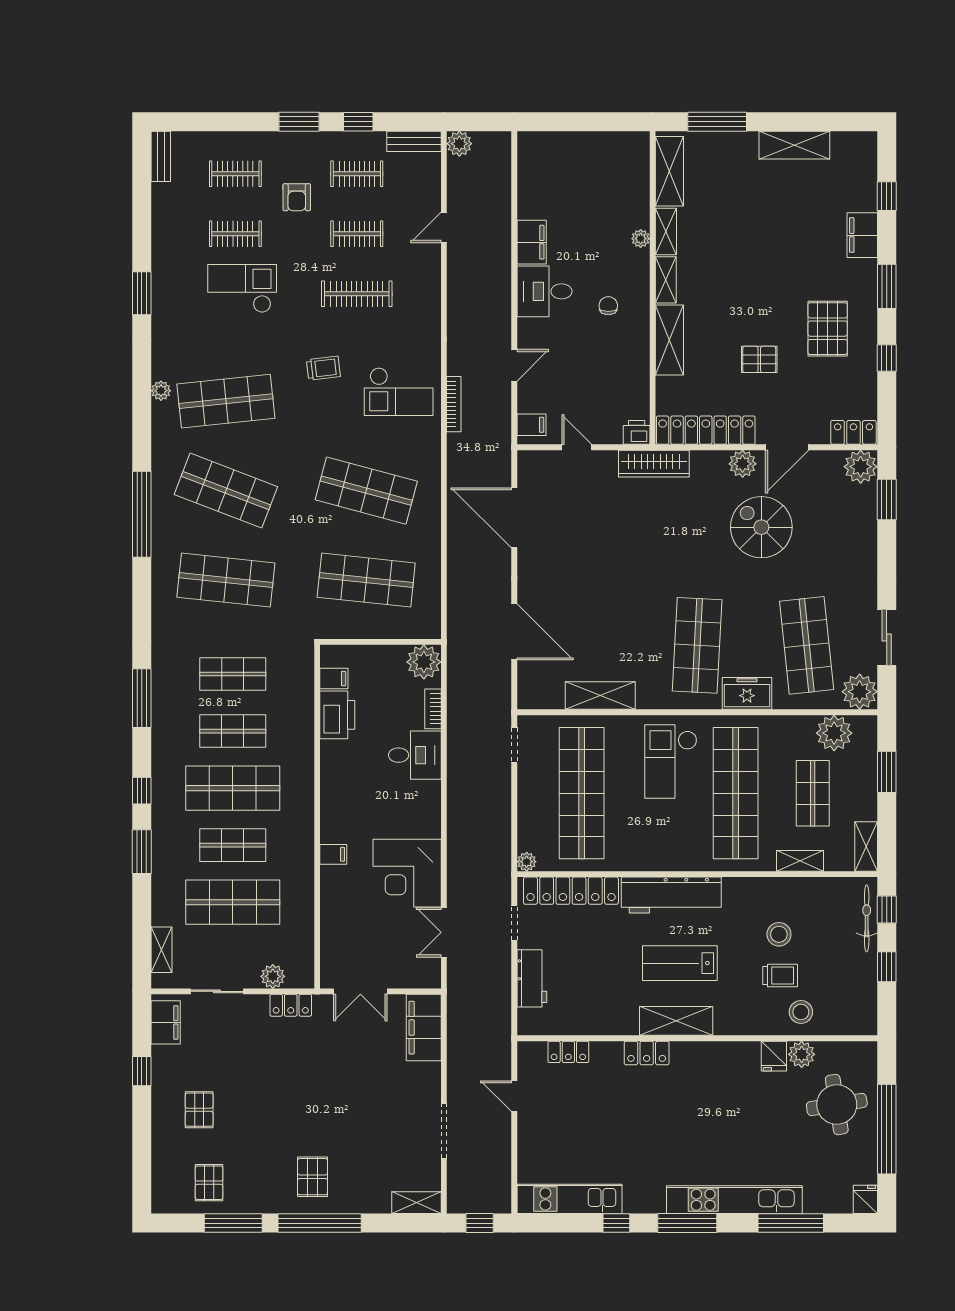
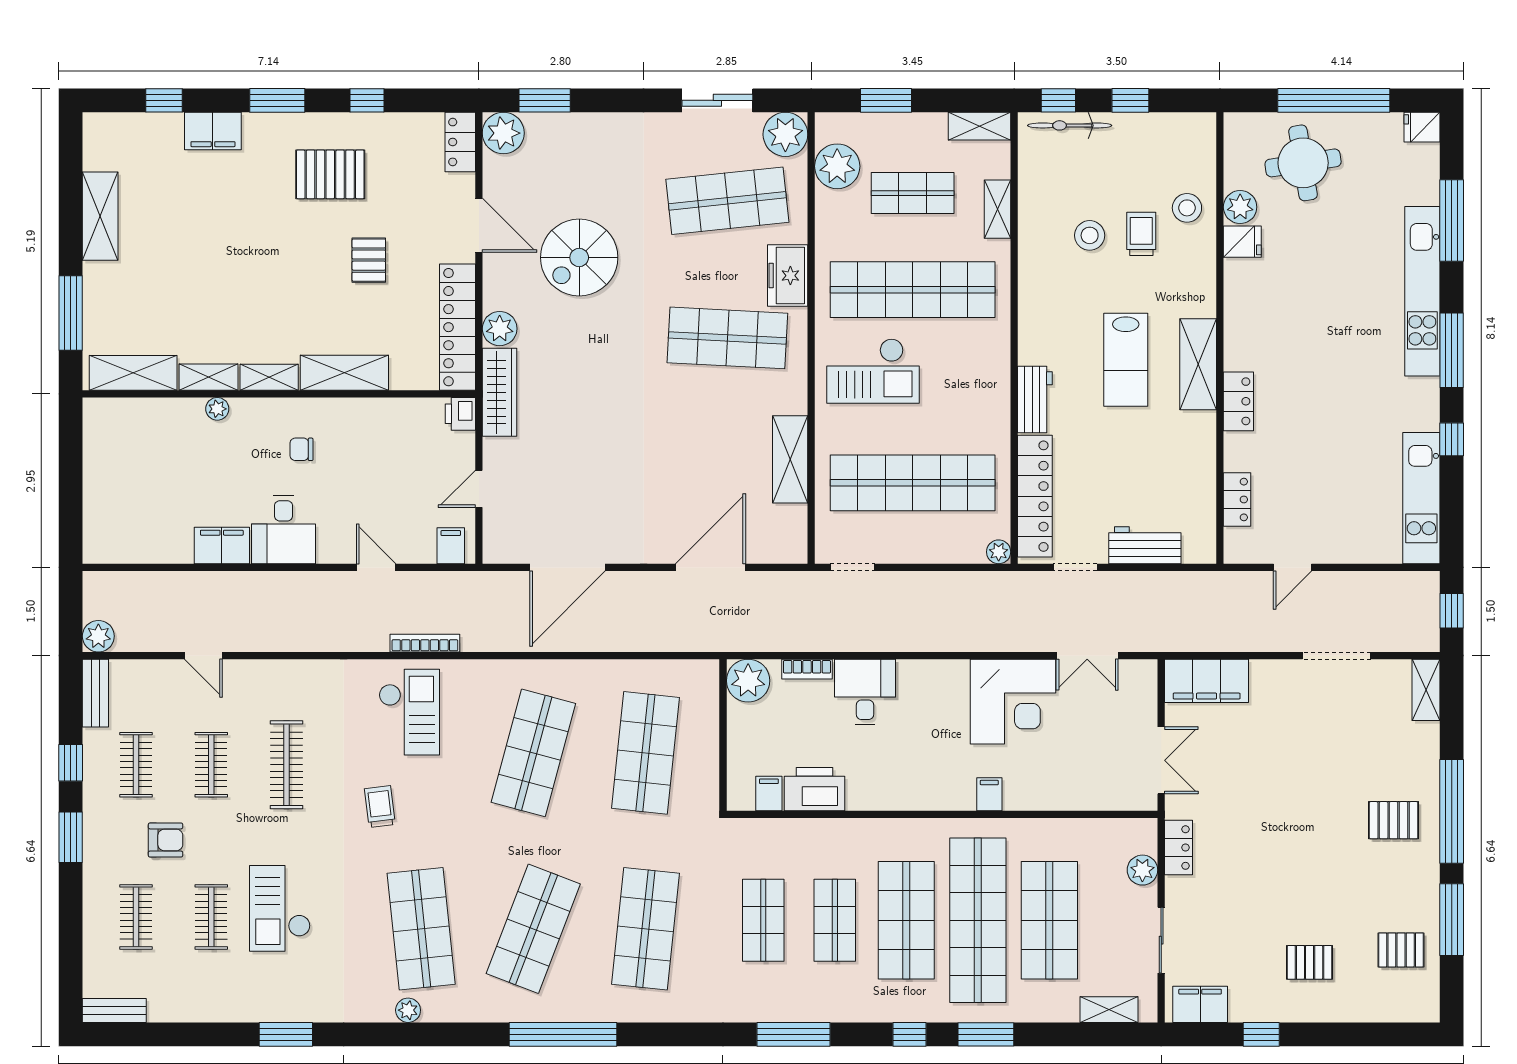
plant: (743, 464) -> (500, 329), moved
shop shelf: (233, 845) -> (978, 920), width x2.00, depth x1.36
workbench: (671, 895) -> (1035, 400), width x0.53, depth x0.76

